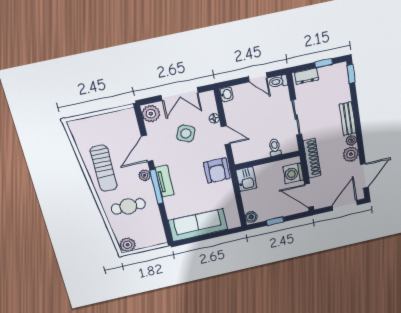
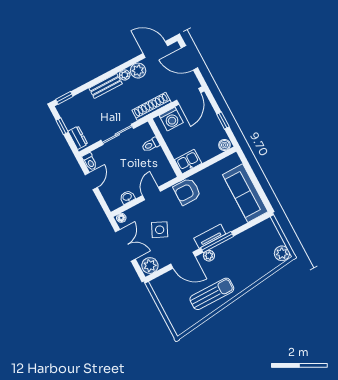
washbasin: (226, 94) -> (127, 197), moved
floor lamp: (214, 118) -> (121, 218), moved
armchair: (217, 171) -> (187, 191), turned 180
cafe table: (128, 206) -> (243, 263), removed

